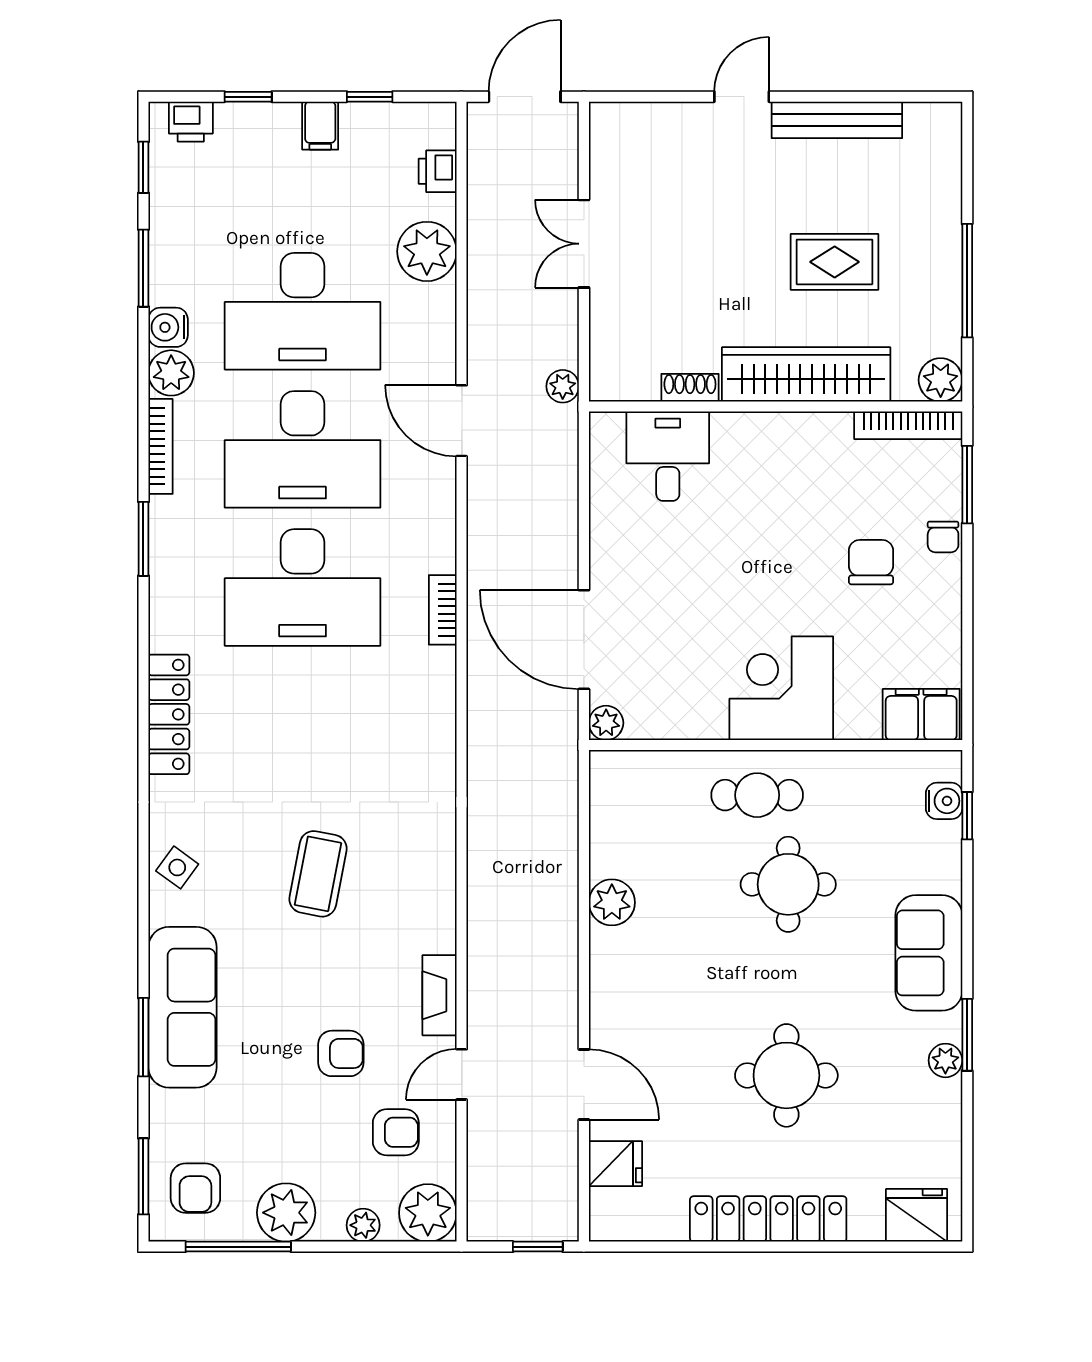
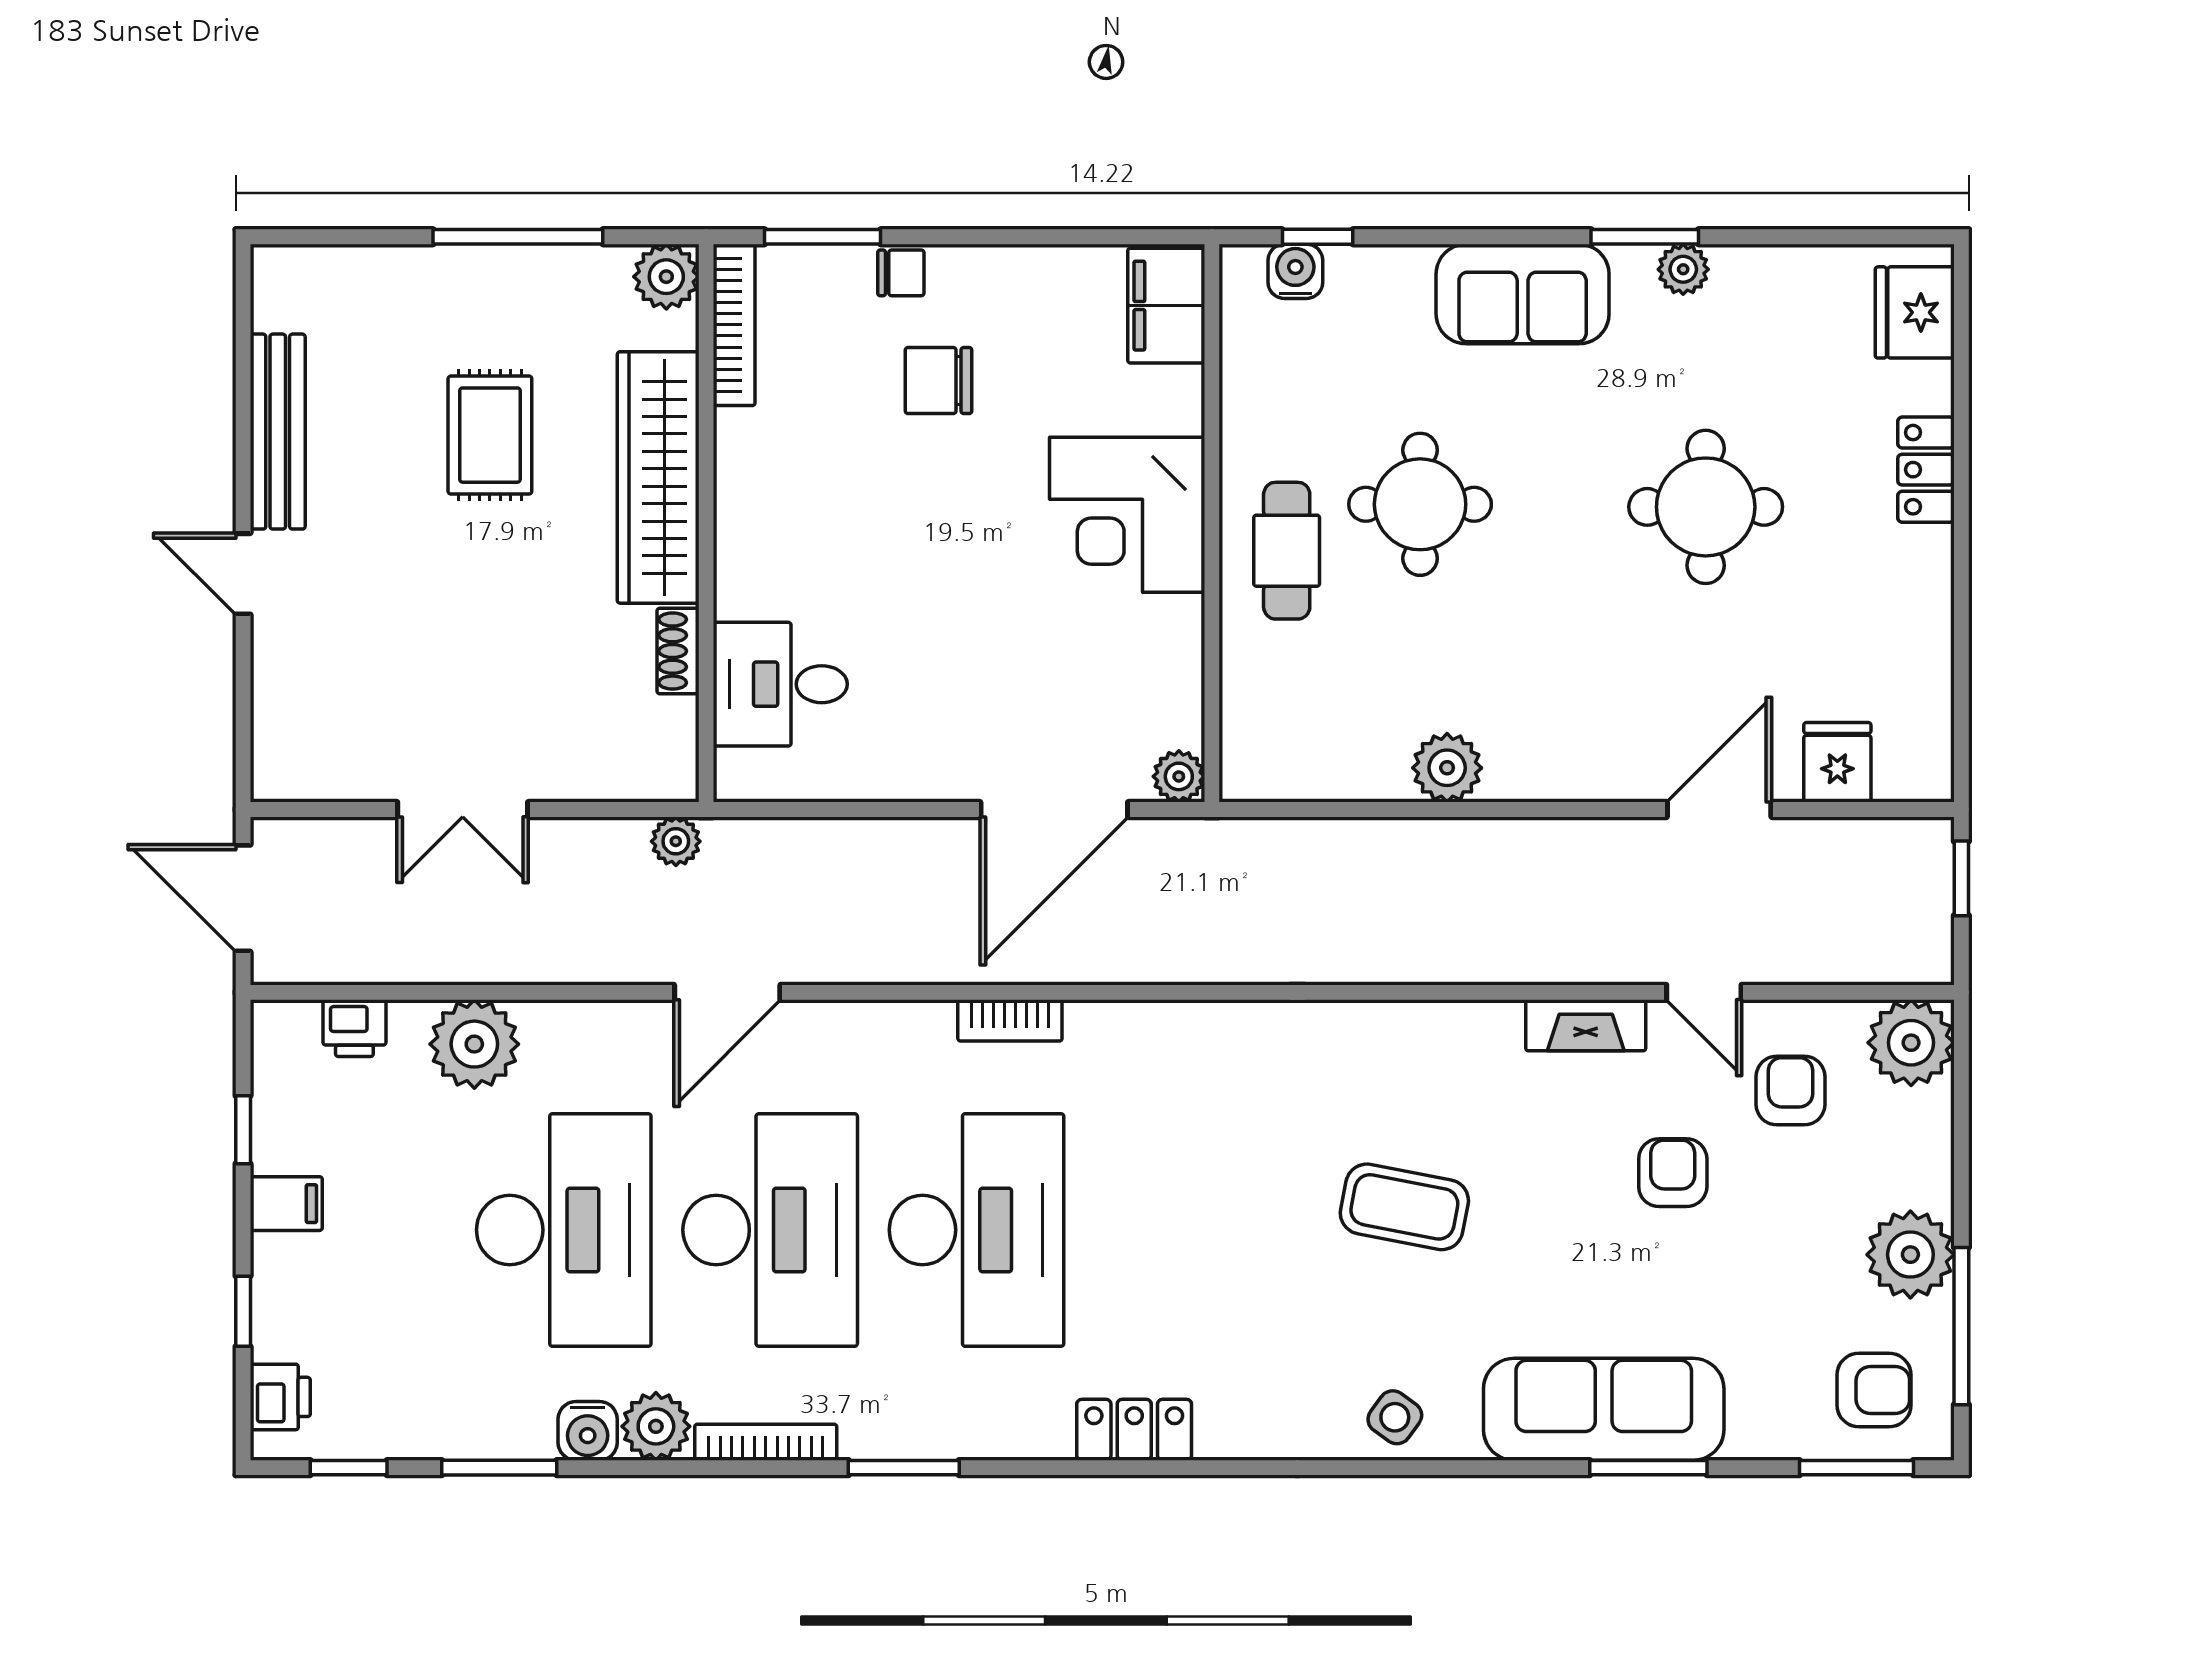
locker: (169, 714) -> (1134, 1430), width x0.66
locker: (768, 1219) -> (1926, 470), width x0.46, depth x0.83
plant: (363, 1225) -> (1929, 1139), removed

